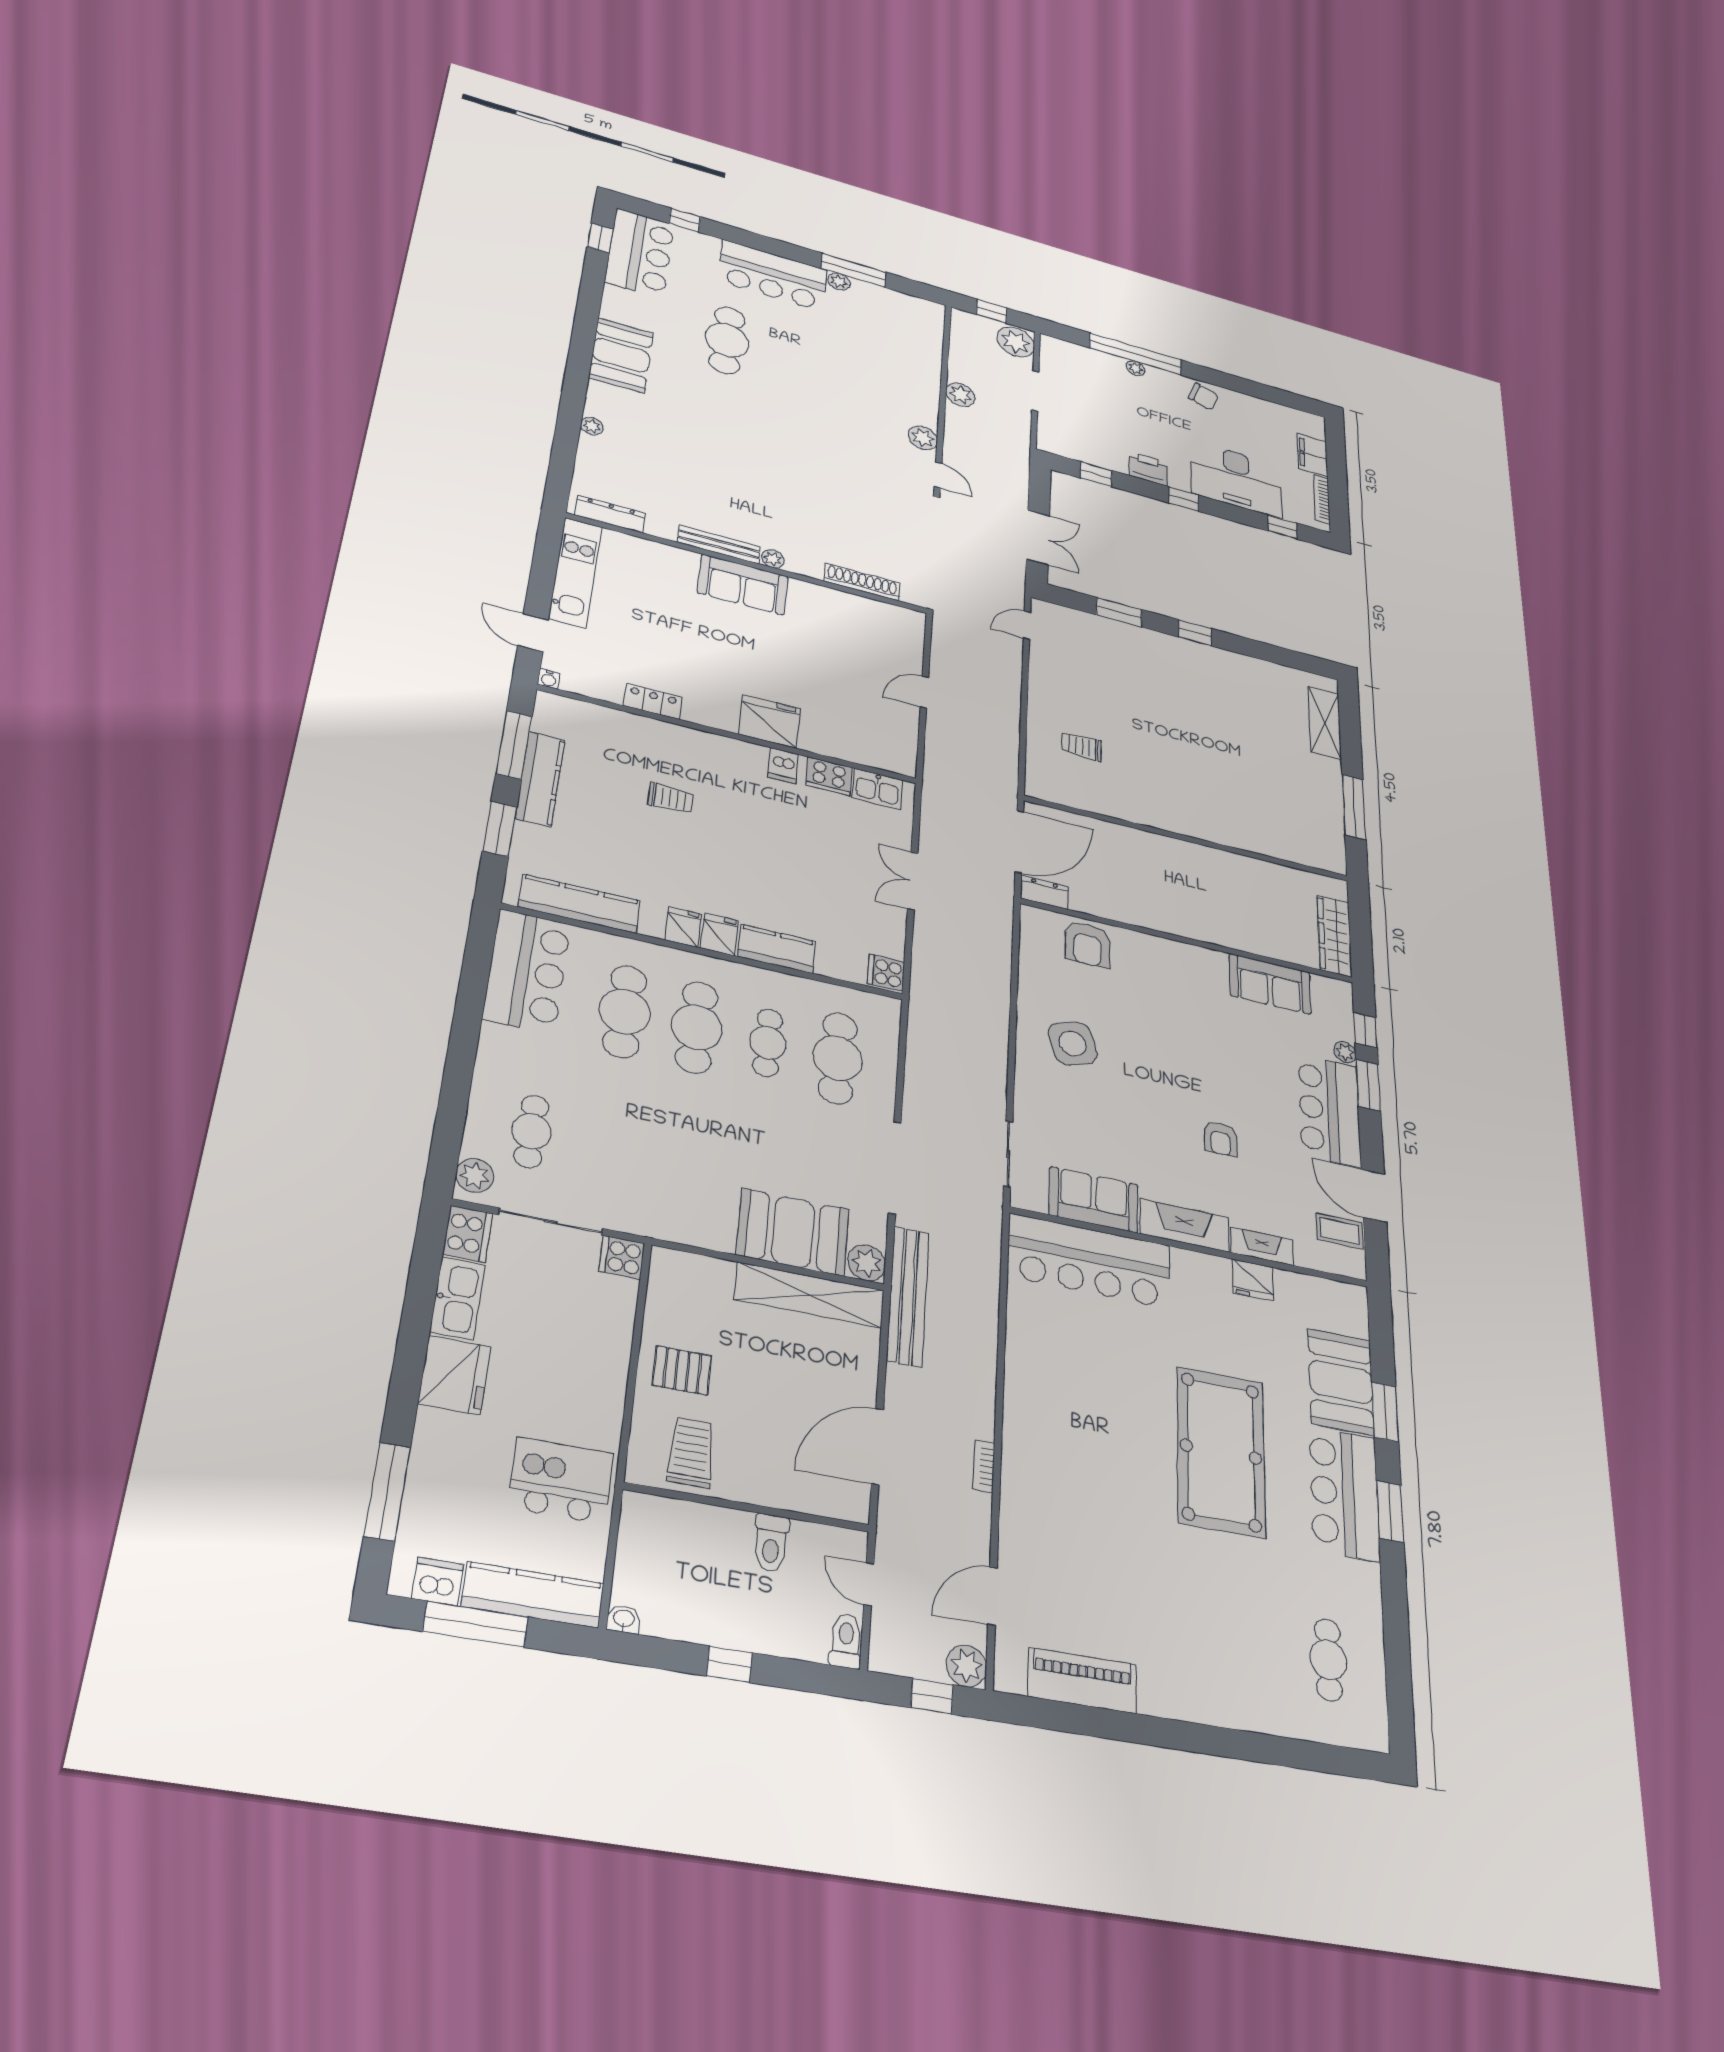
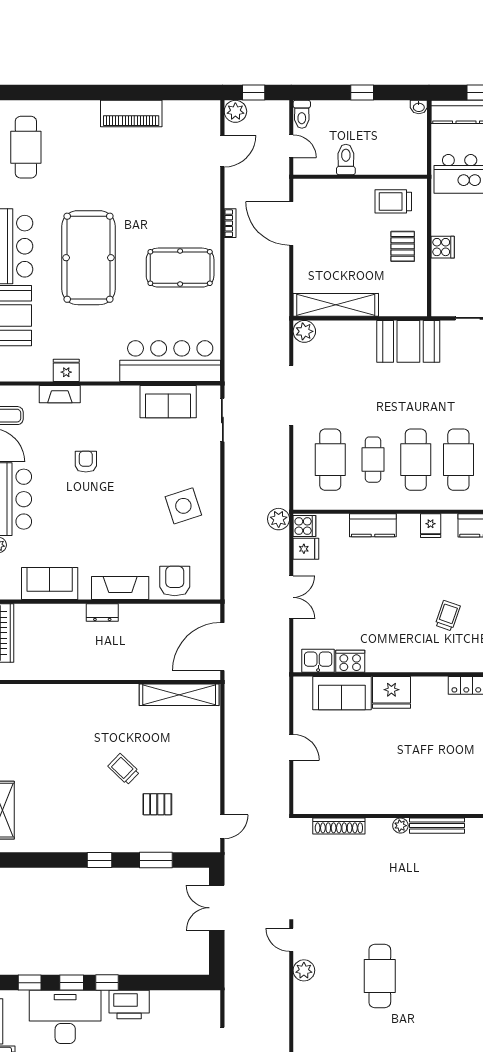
cafe table: (727, 340) -> (380, 976), moved
plant: (960, 395) -> (279, 519), moved
printer: (1148, 469) -> (129, 1005), width x1.37, depth x1.19
window: (1096, 474) -> (72, 983), moved
sofa: (743, 584) -> (342, 693), moved, turned 180
pallet: (1116, 675) -> (157, 804), added
door: (924, 692) -> (291, 747), hinge flipped
trolley: (1082, 746) -> (124, 769), moved, turned -136
dishwasher: (783, 766) -> (380, 661), removed
shelving: (1084, 797) -> (179, 695), added
trolley: (671, 798) -> (448, 616), turned 109
dresser: (1044, 892) -> (102, 613), moved
fridge: (720, 934) -> (306, 549), moved, turned -90
fireplace: (1184, 1225) -> (120, 588), moved, turned 180
booth: (793, 1232) -> (408, 341), moved
cooker: (622, 1257) -> (443, 247), moved
bench: (908, 1296) -> (279, 316), removed
pallet: (682, 1371) -> (403, 246), turned 90
pool table: (1071, 1407) -> (180, 268), added
door: (877, 1446) -> (291, 223), swing flipped
trolley: (691, 1452) -> (393, 201), turned 90
cafe table: (1328, 1660) -> (26, 147), width x1.37, depth x1.35
piano: (1082, 1680) -> (131, 113), moved

